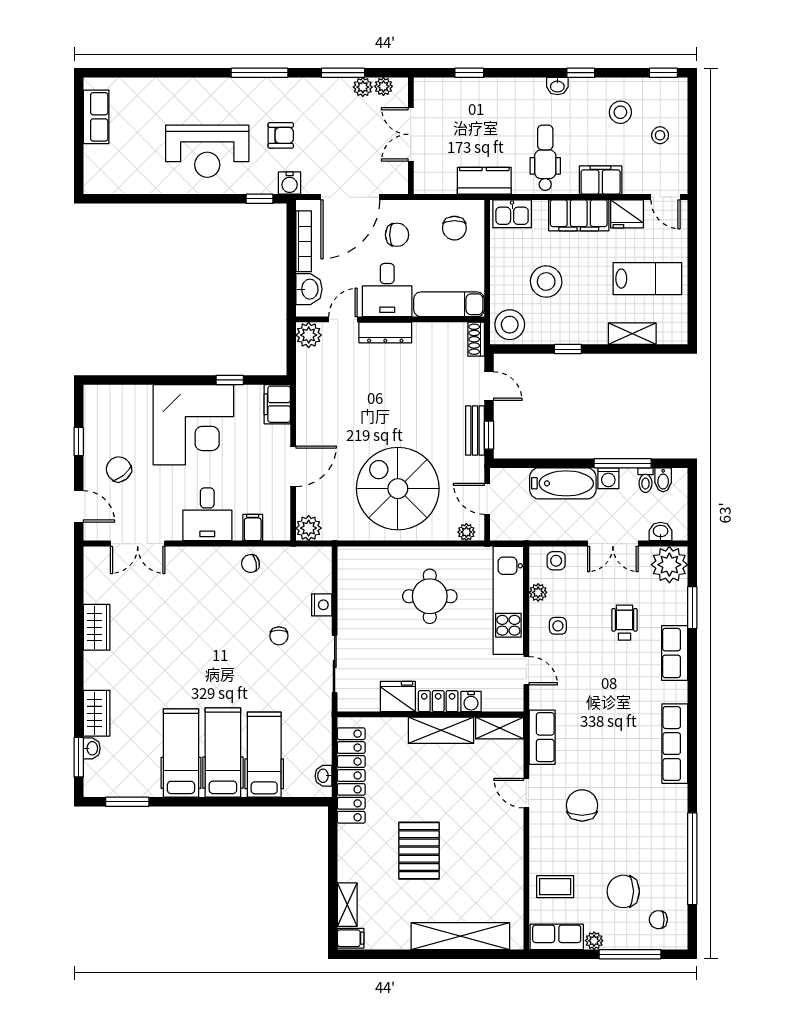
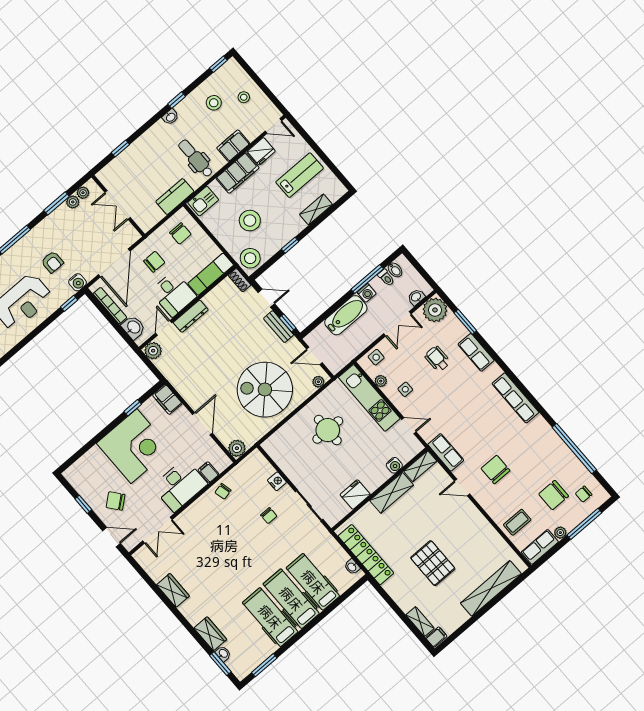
armchair: (281, 135) -> (52, 262), turned 90
desk: (207, 514) -> (180, 485), width x1.37
locker: (438, 701) -> (378, 479), removed

